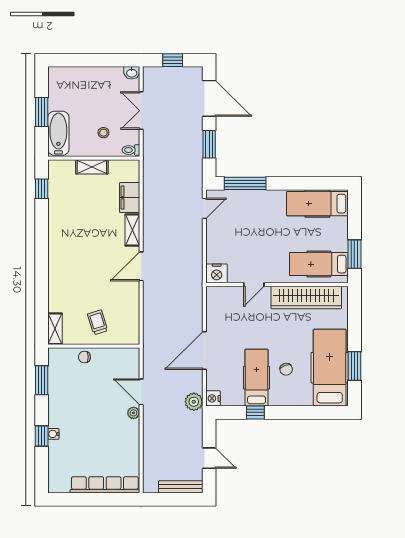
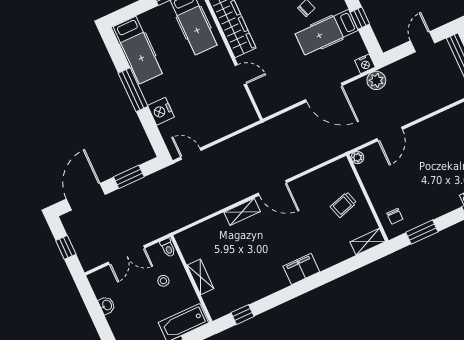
washbasin: (132, 73) -> (107, 305), moved
window: (245, 183) -> (133, 90), moved
filing cabinet: (130, 198) -> (301, 269), moved, turned 180
nightstand: (217, 273) -> (161, 111), moved, turned 180
chair: (84, 357) -> (395, 216), moved
plant: (133, 413) -> (357, 157), moved

